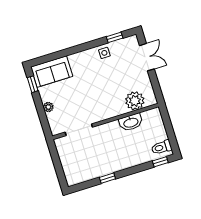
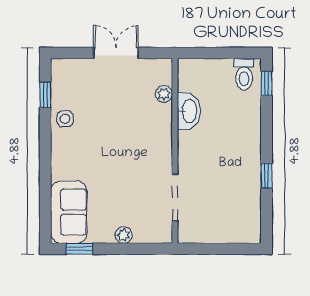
double door: (147, 57) -> (116, 53), moved
plant: (135, 101) -> (164, 94), width x0.53, depth x0.53

